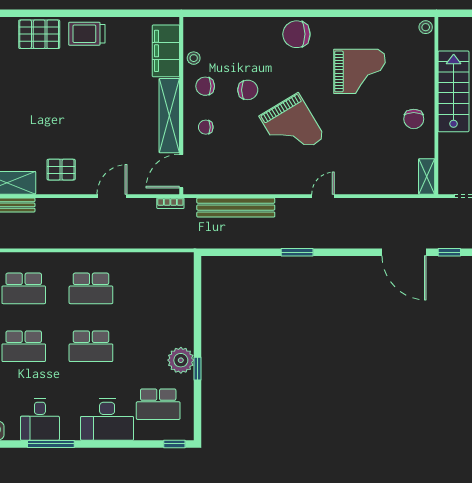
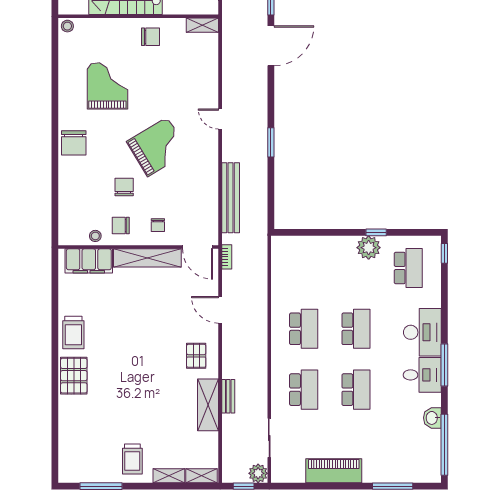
chair: (205, 86) -> (121, 226), turned 90
desk: (107, 420) -> (422, 332), moved

